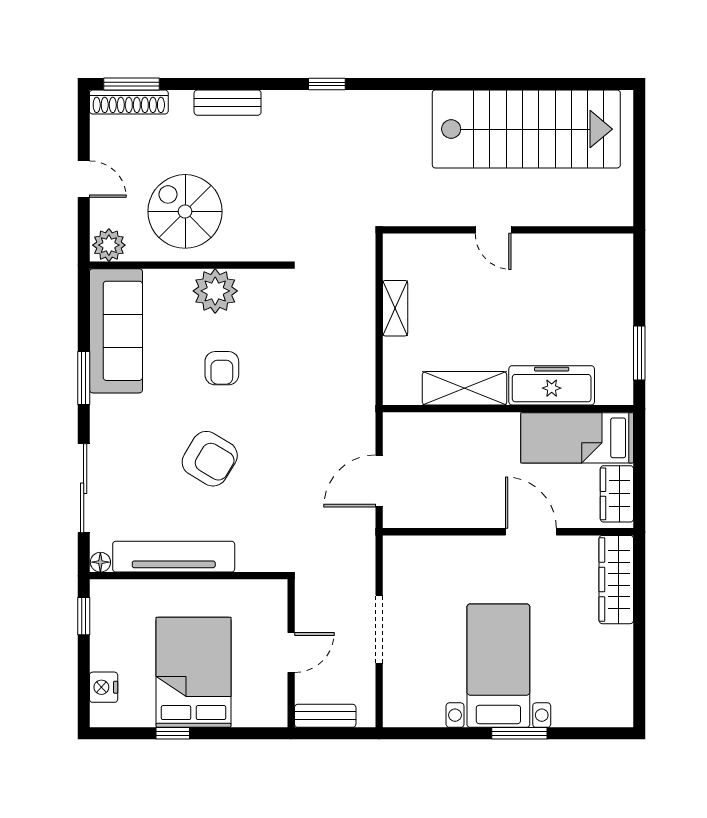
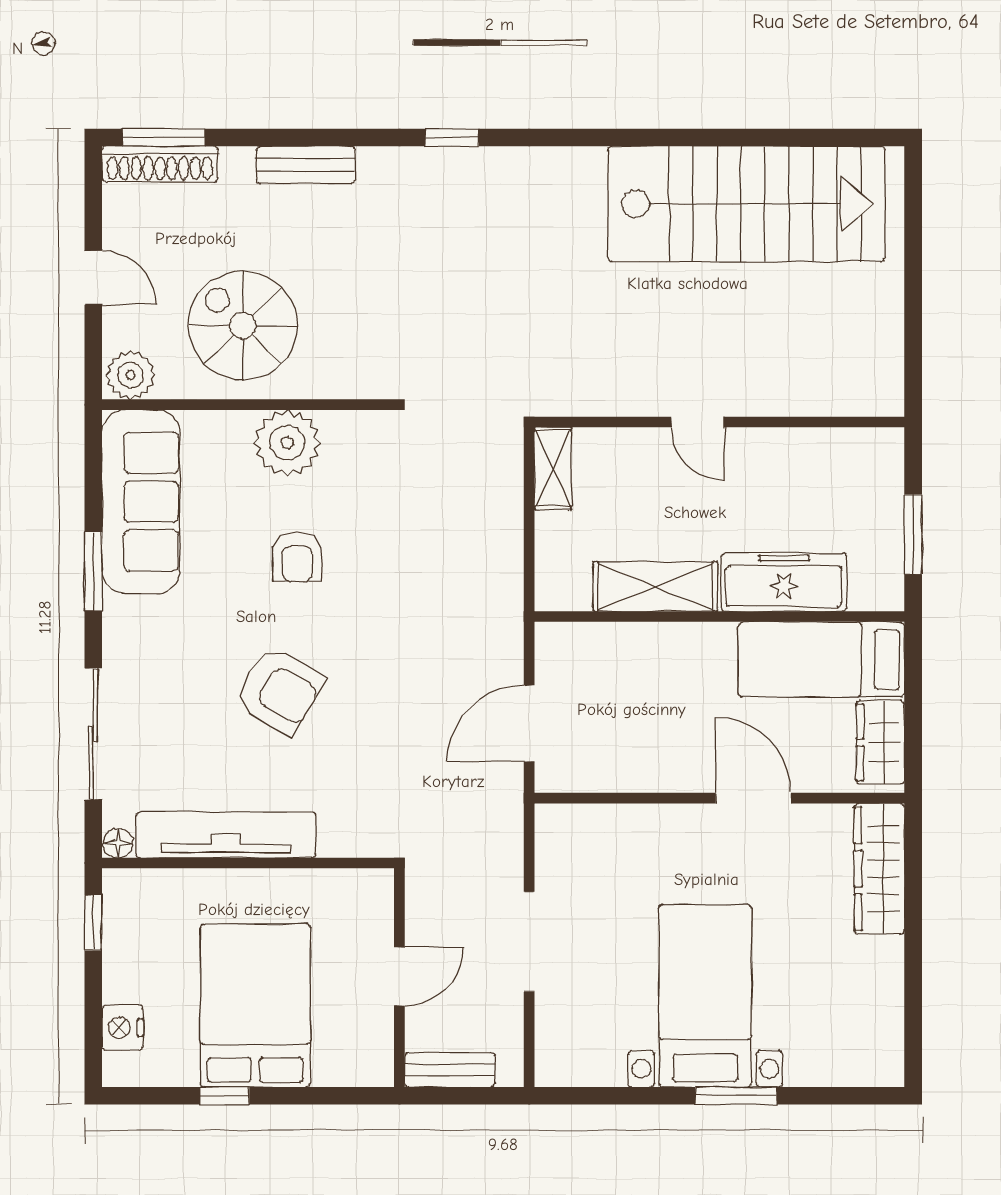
door: (493, 230) -> (698, 422), moved
wall: (508, 230) -> (719, 422), moved

